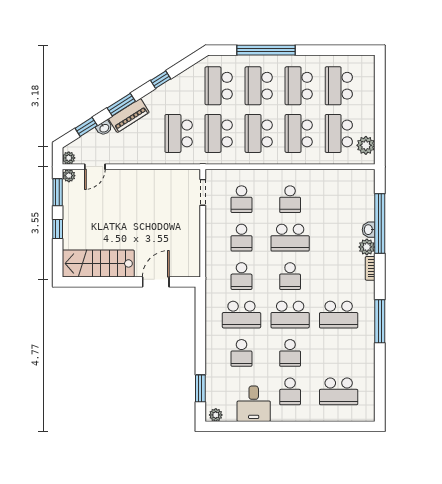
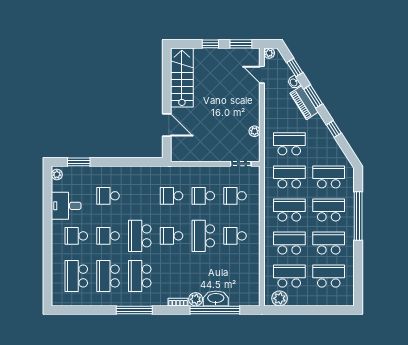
plant: (69, 176) -> (255, 131), moved
washbasin: (369, 230) -> (216, 298), width x1.91, depth x1.45
school desk: (241, 315) -> (108, 276), moved

